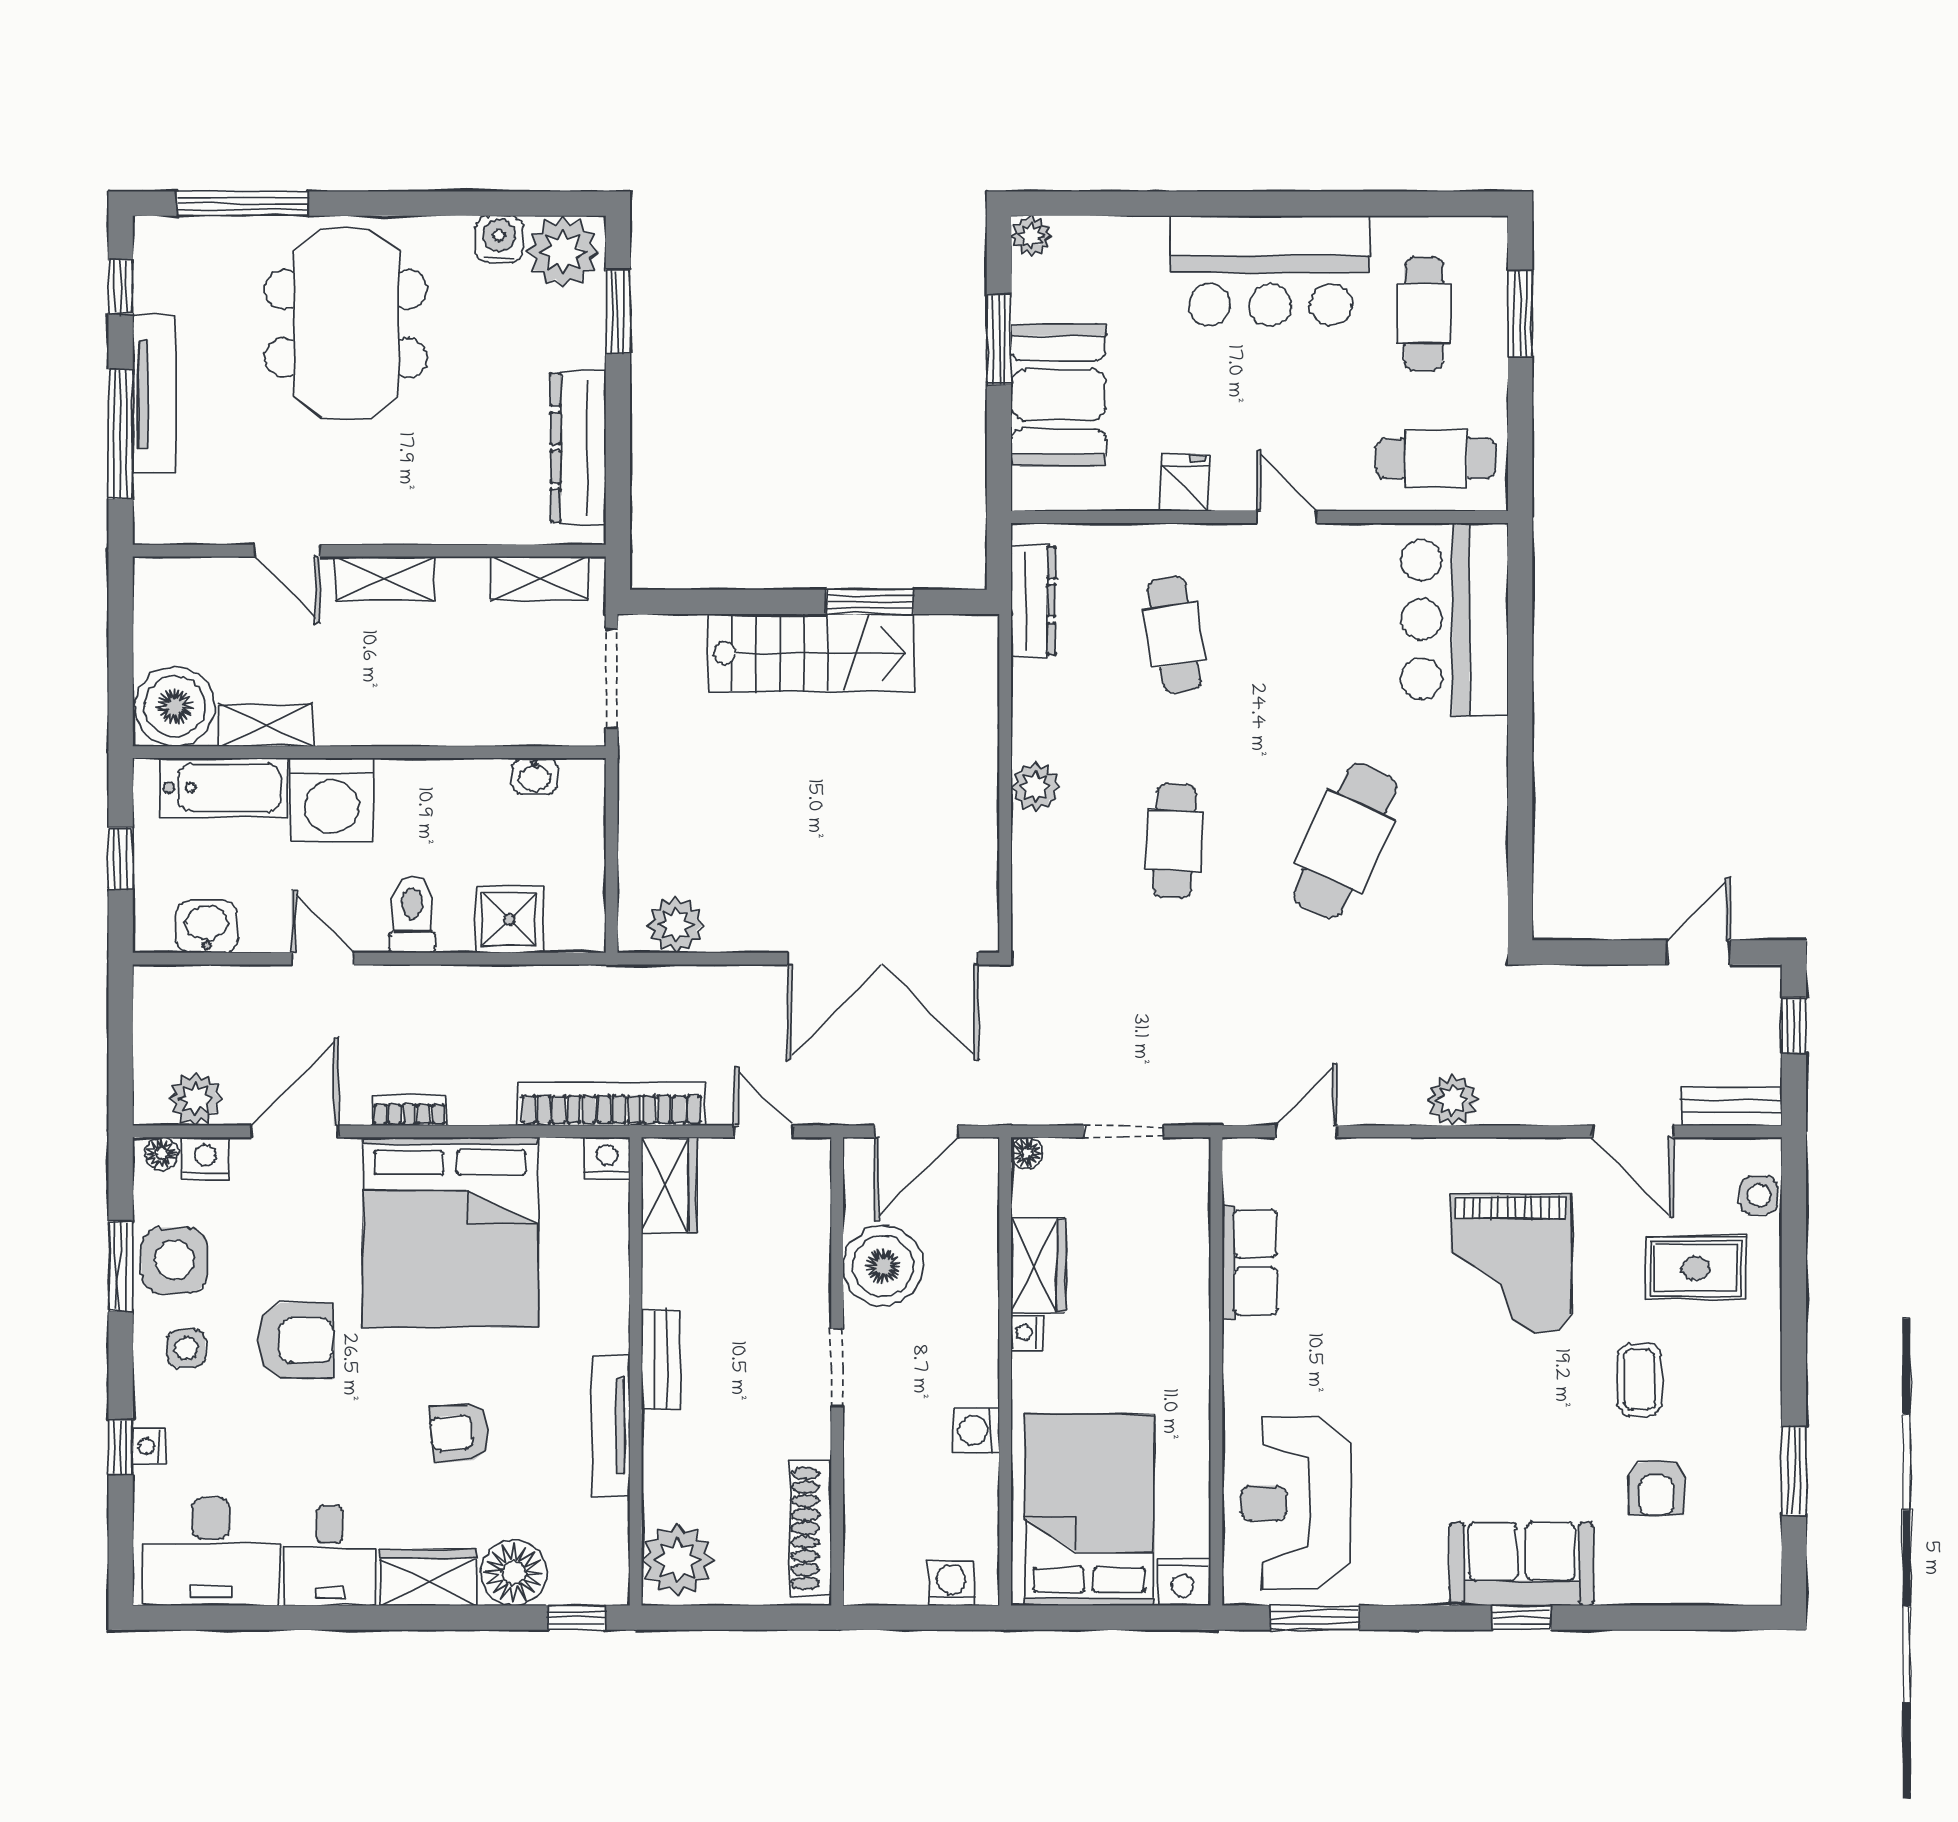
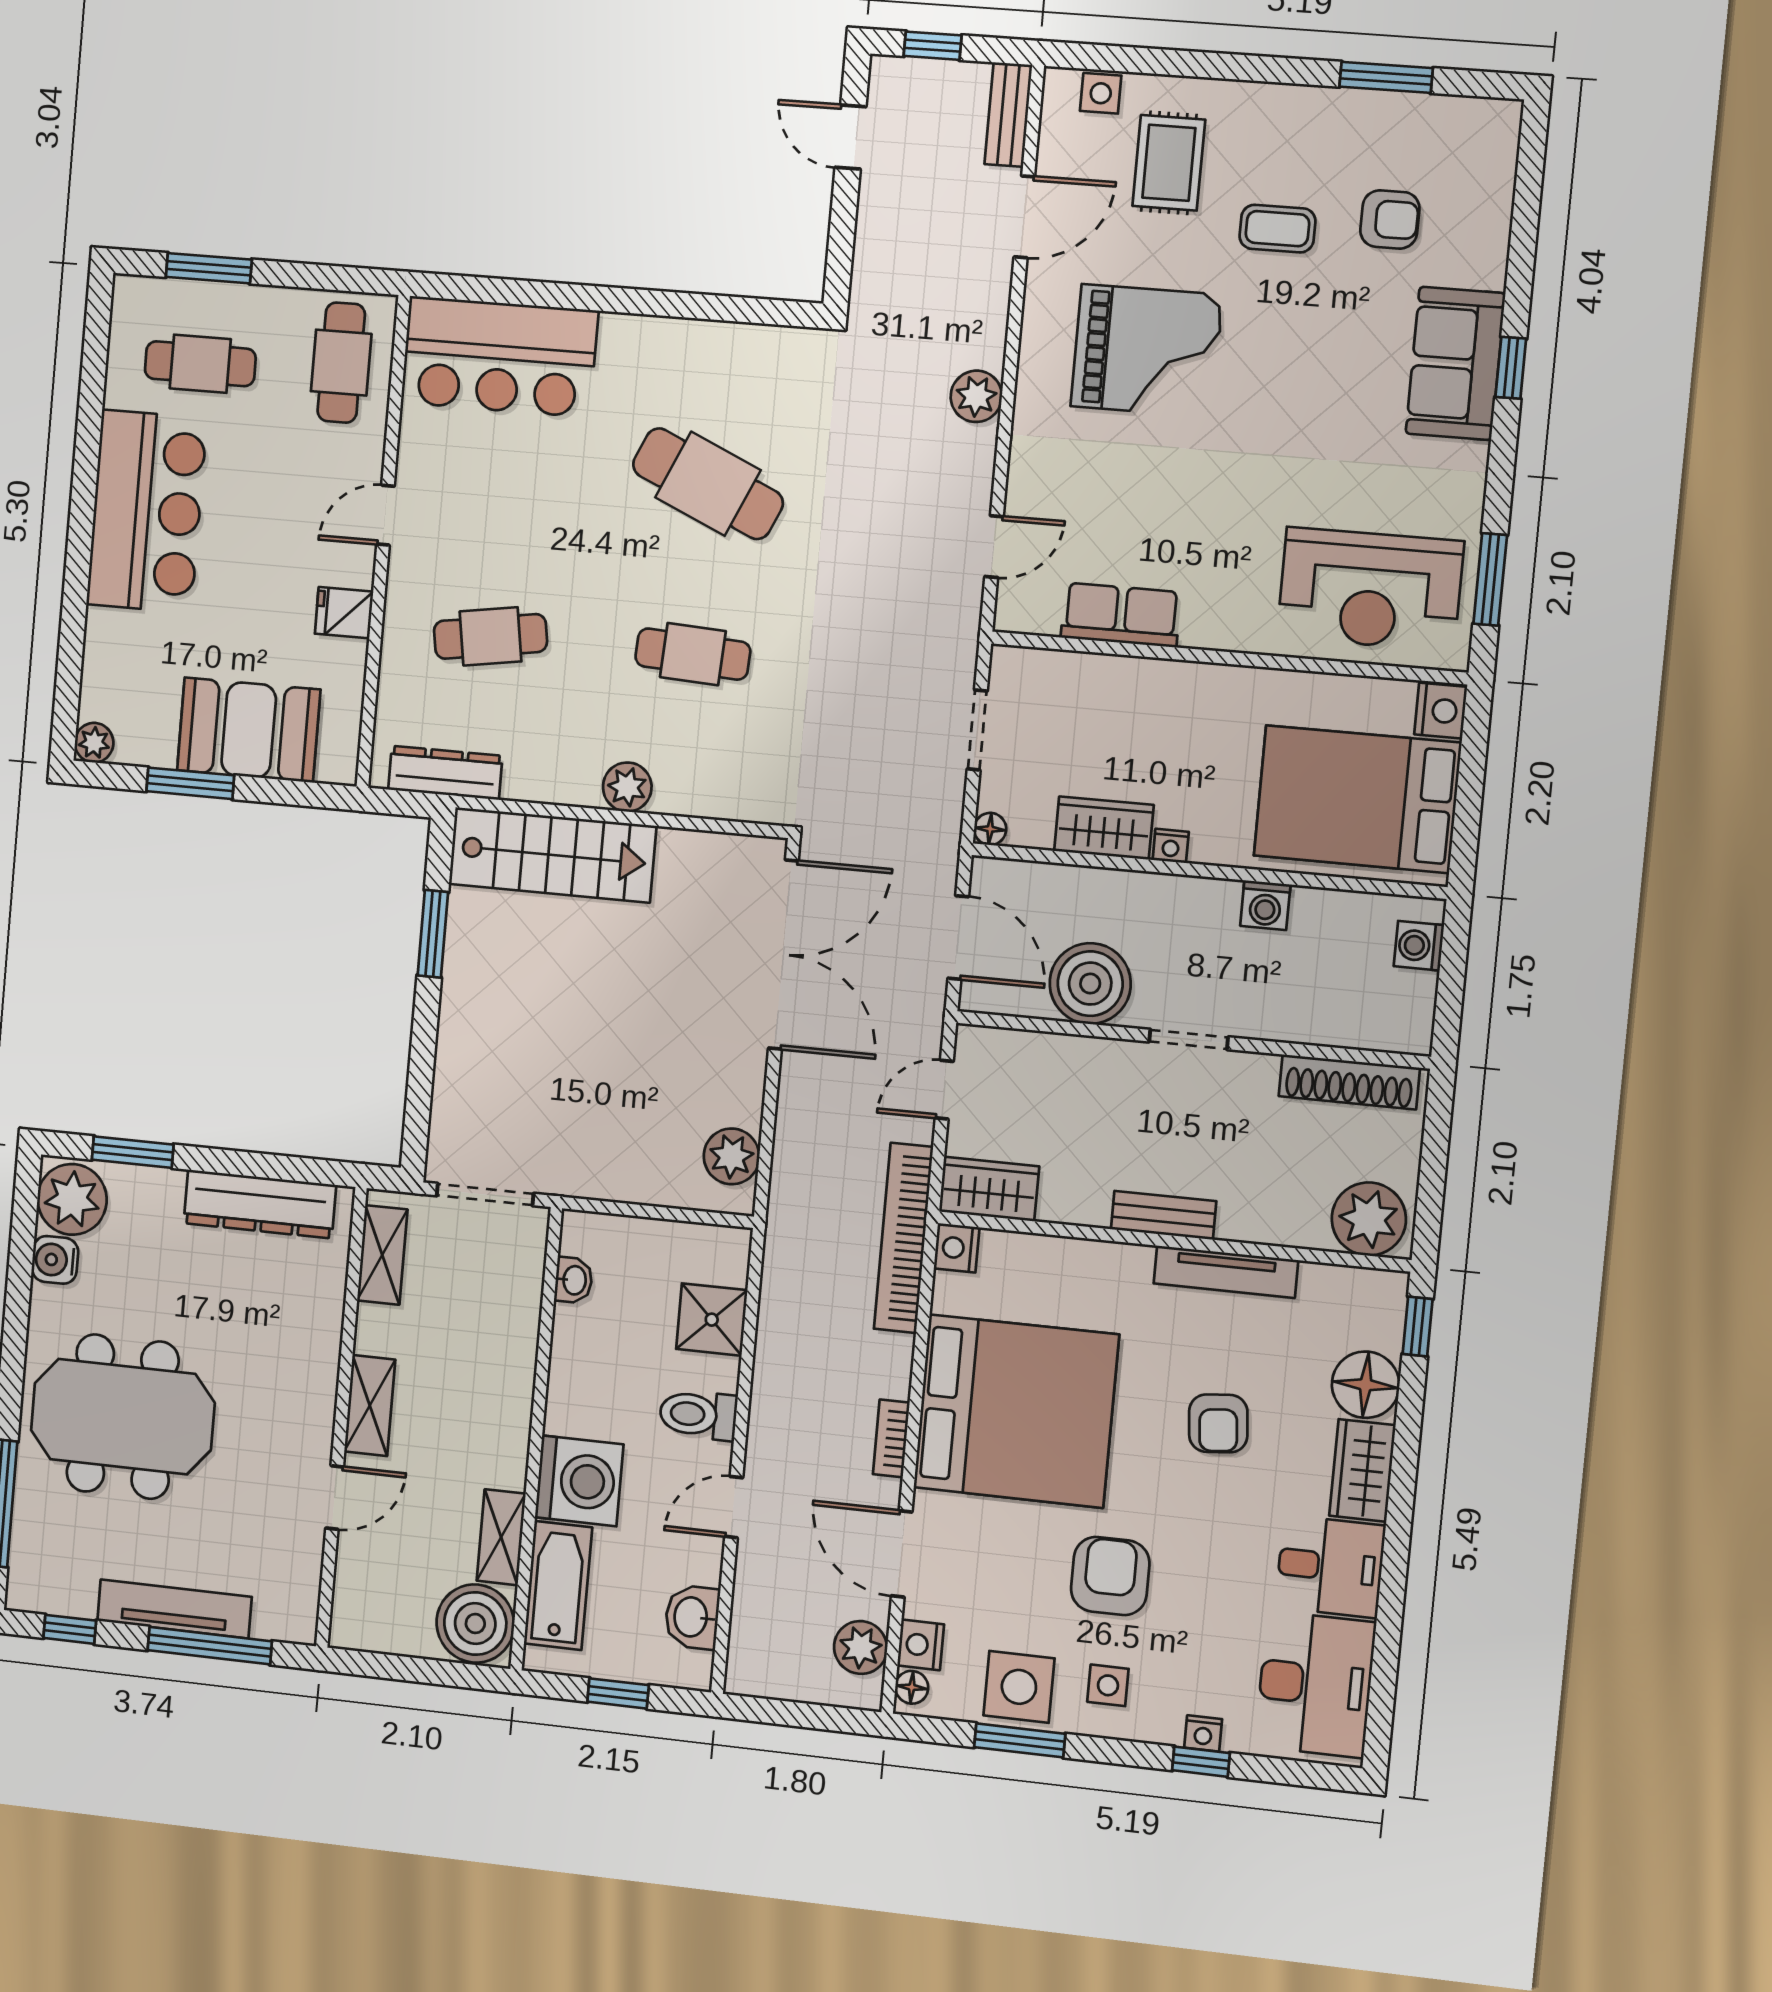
stairs: (811, 653) -> (552, 855), moved, turned 90
door: (1306, 1131) -> (994, 547), swing flipped

